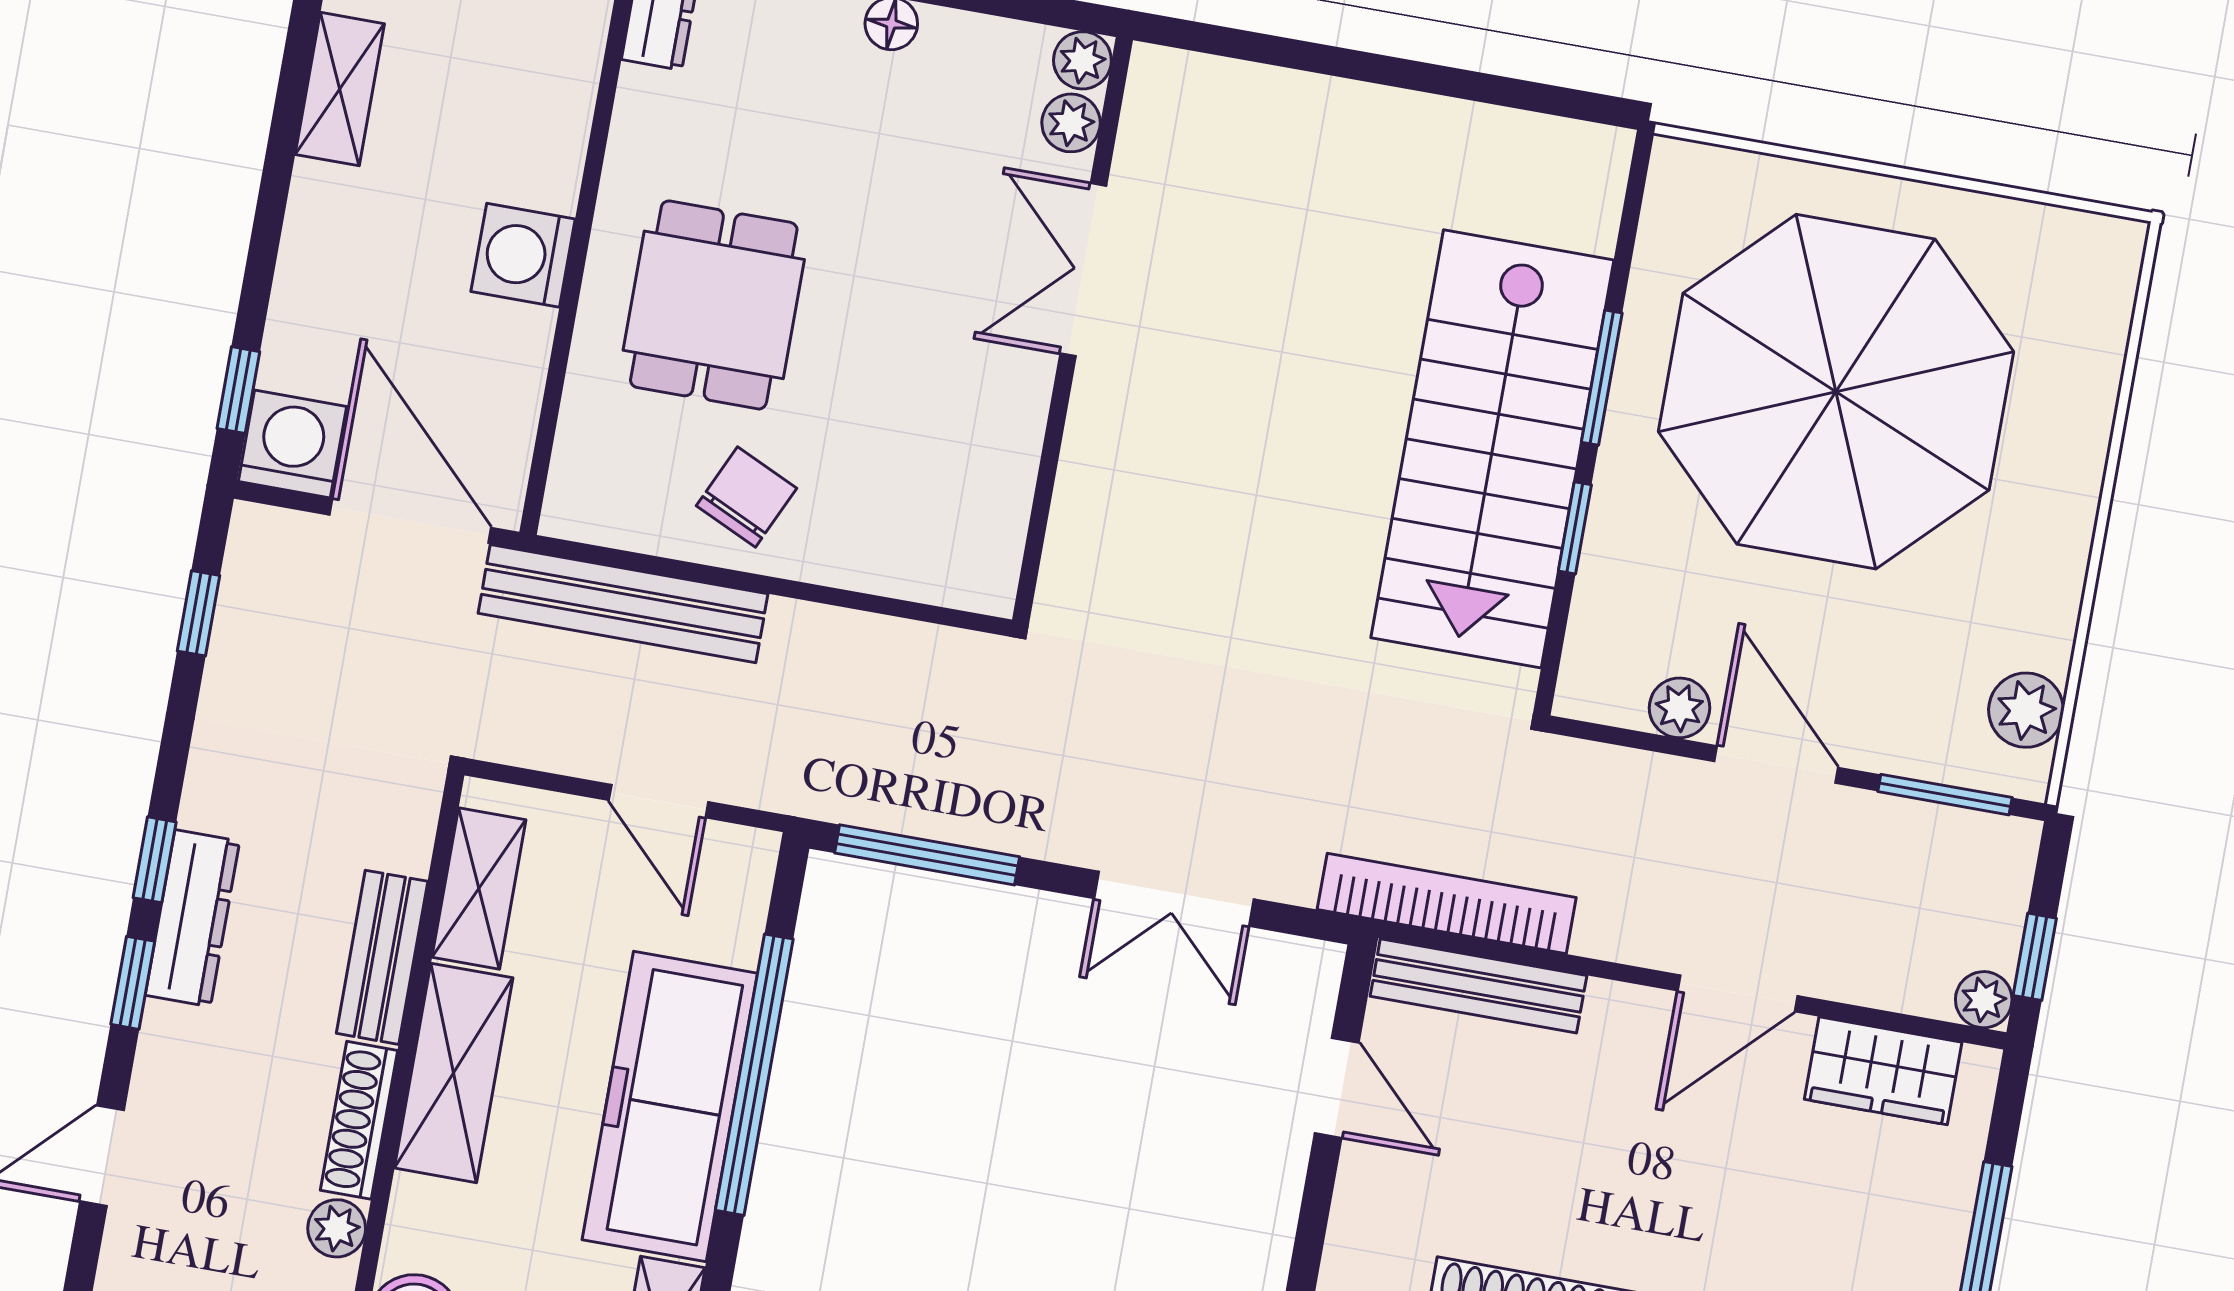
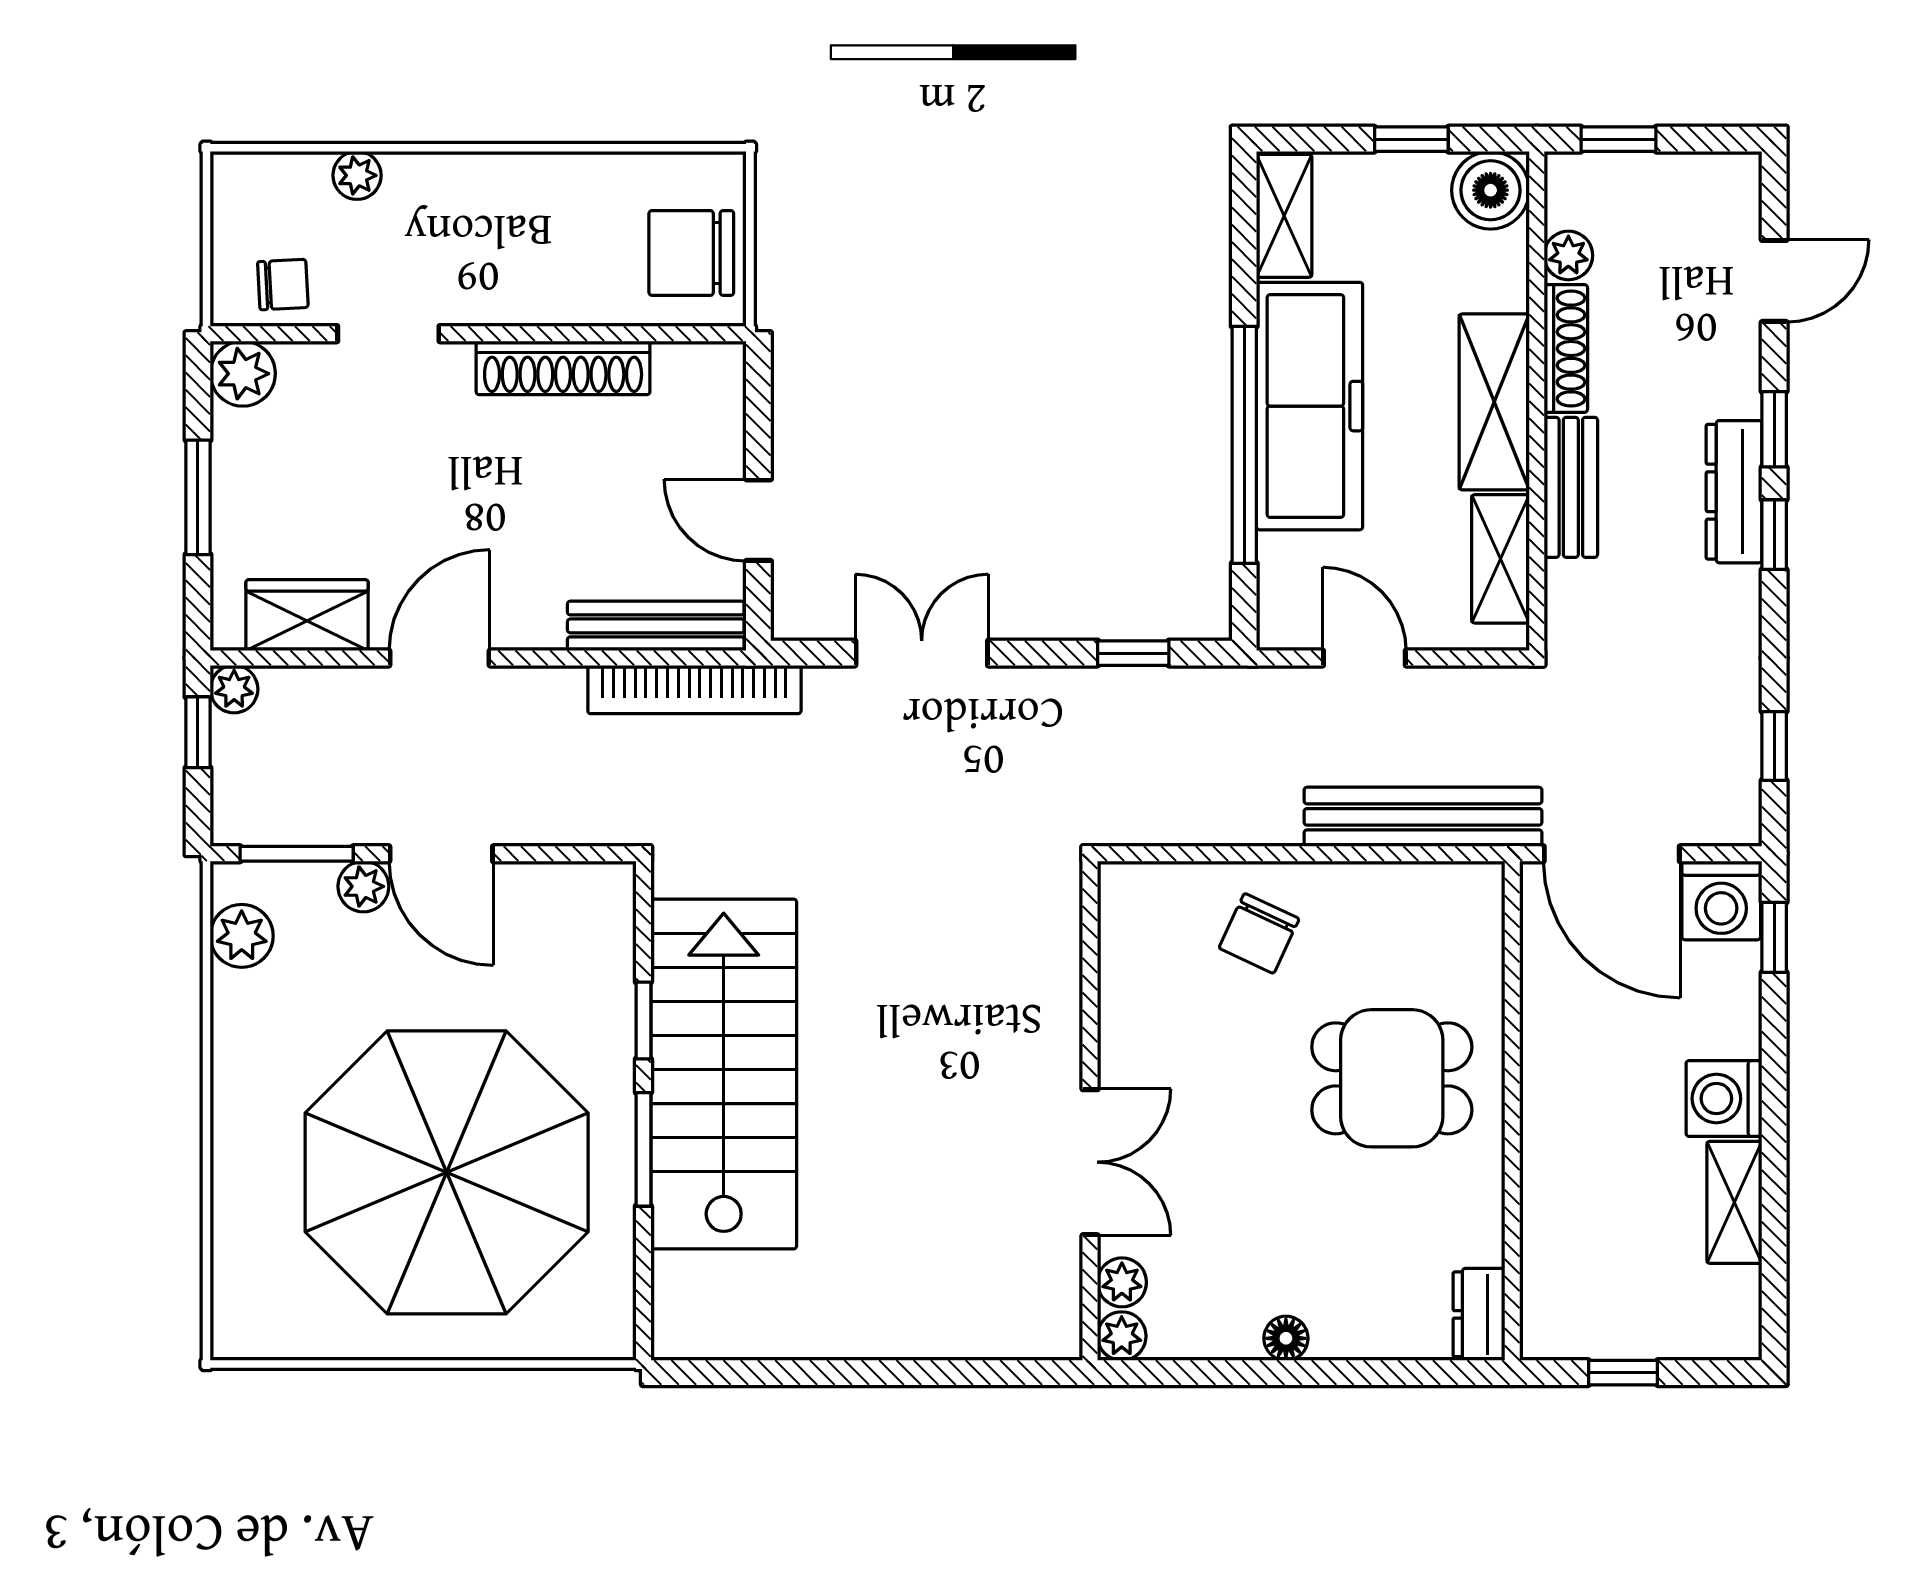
washing machine: (523, 255) -> (1724, 1099), moved, turned 180
dining table: (714, 305) -> (1392, 1078), turned 90
chair: (746, 497) -> (1259, 933), moved
plant: (1679, 708) -> (363, 886), moved
window: (927, 855) -> (1133, 653), width x0.46

